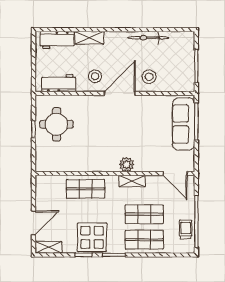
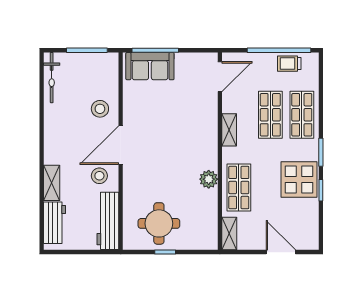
bicycle: (148, 38) -> (52, 78), moved
workbench: (59, 83) -> (108, 221), width x1.38
door: (120, 93) -> (121, 145), hinge flipped
sofa: (184, 124) -> (150, 66), width x0.73
plant: (127, 164) -> (209, 179), moved
shelving: (48, 247) -> (229, 234), moved

